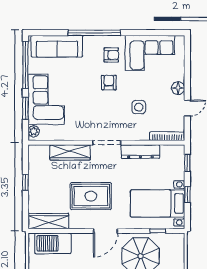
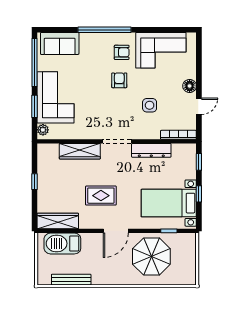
sofa: (57, 46) -> (60, 43), width x0.73
rug: (91, 196) -> (101, 196), width x0.73, depth x0.70

